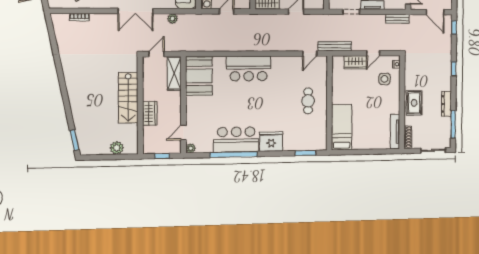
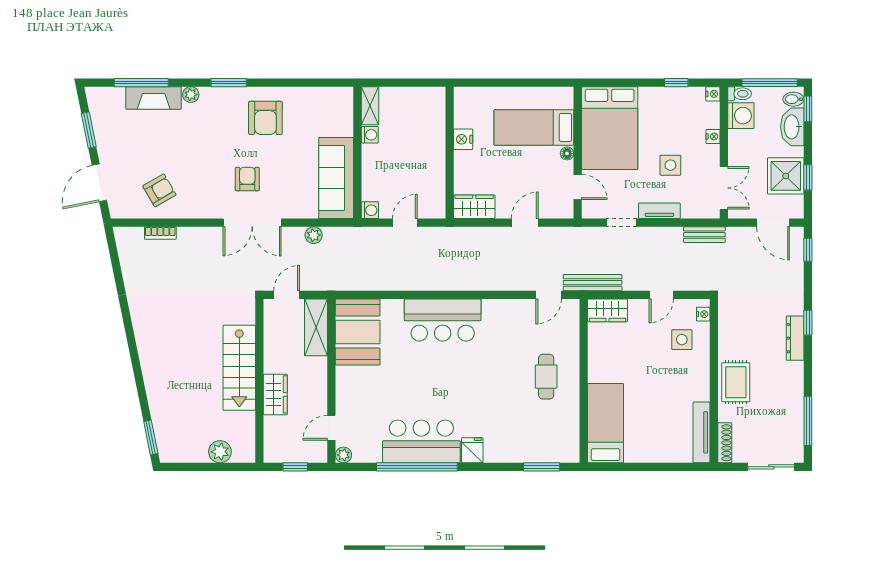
wardrobe: (355, 62) -> (607, 310), moved
dresser: (446, 104) -> (795, 338), moved
fridge: (271, 142) -> (472, 450), width x0.53, depth x0.75

